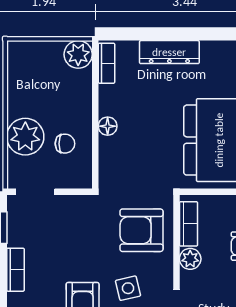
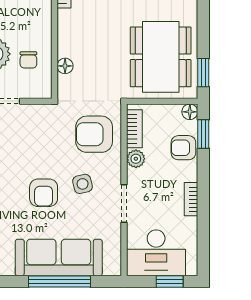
floor lamp: (108, 126) -> (65, 66), moved
chair: (65, 144) -> (28, 60), turned 90

